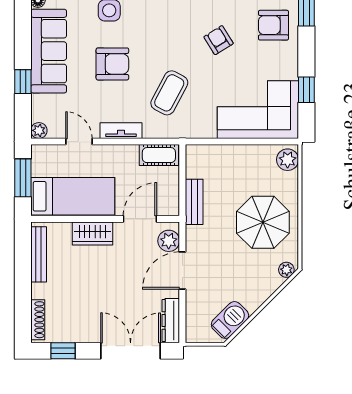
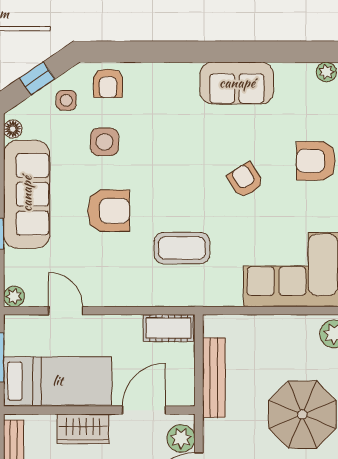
coffee table: (169, 93) -> (182, 248), turned 62
tv unit: (121, 131) -> (120, 296), removed
bench: (194, 202) -> (214, 378), width x1.36

